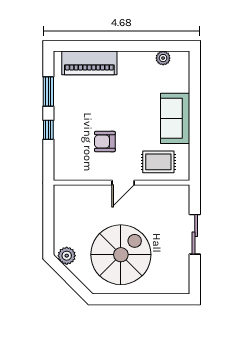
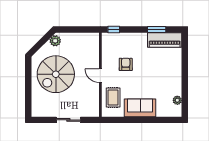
piano: (89, 63) -> (165, 40), moved, turned -90
window: (48, 130) -> (114, 29), moved
spiral stairs: (121, 255) -> (56, 74), turned 90

